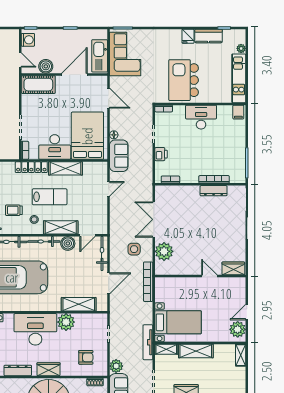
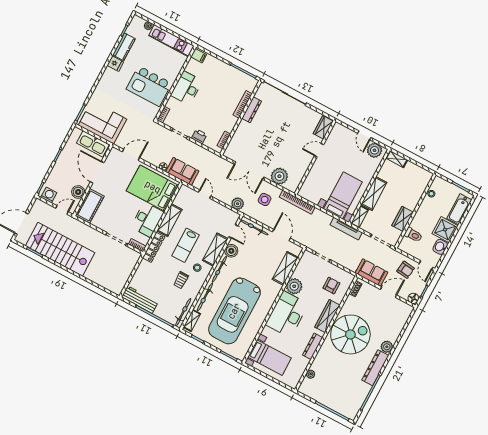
lab bench: (50, 197) -> (186, 245), turned 180
plant: (116, 366) -> (238, 204), moved
wardrobe: (49, 369) -> (327, 316), width x1.50

